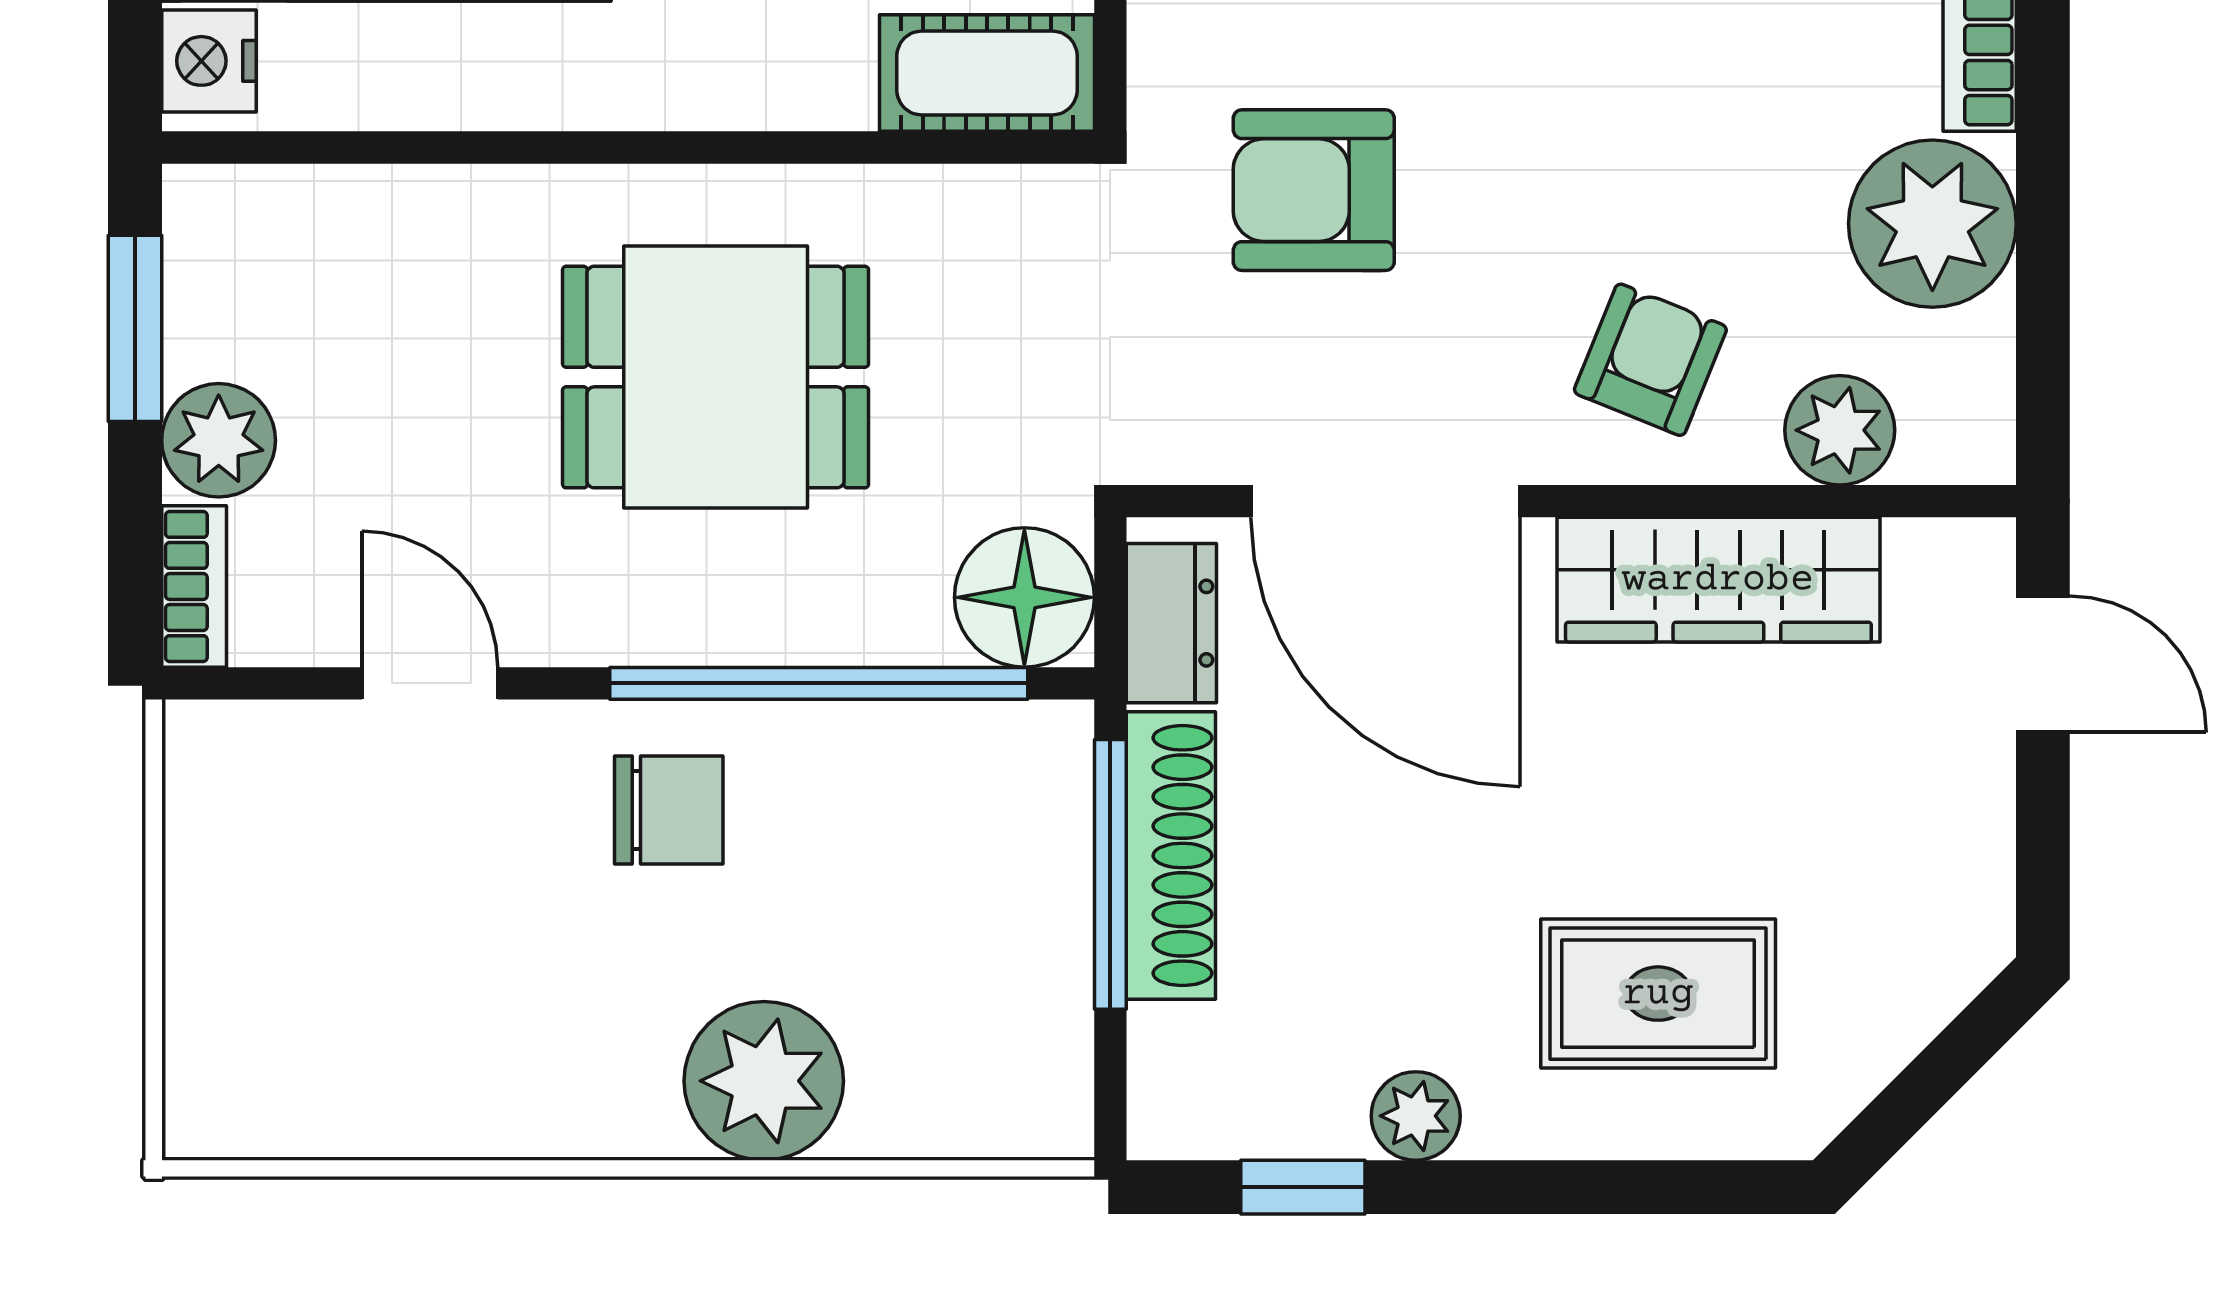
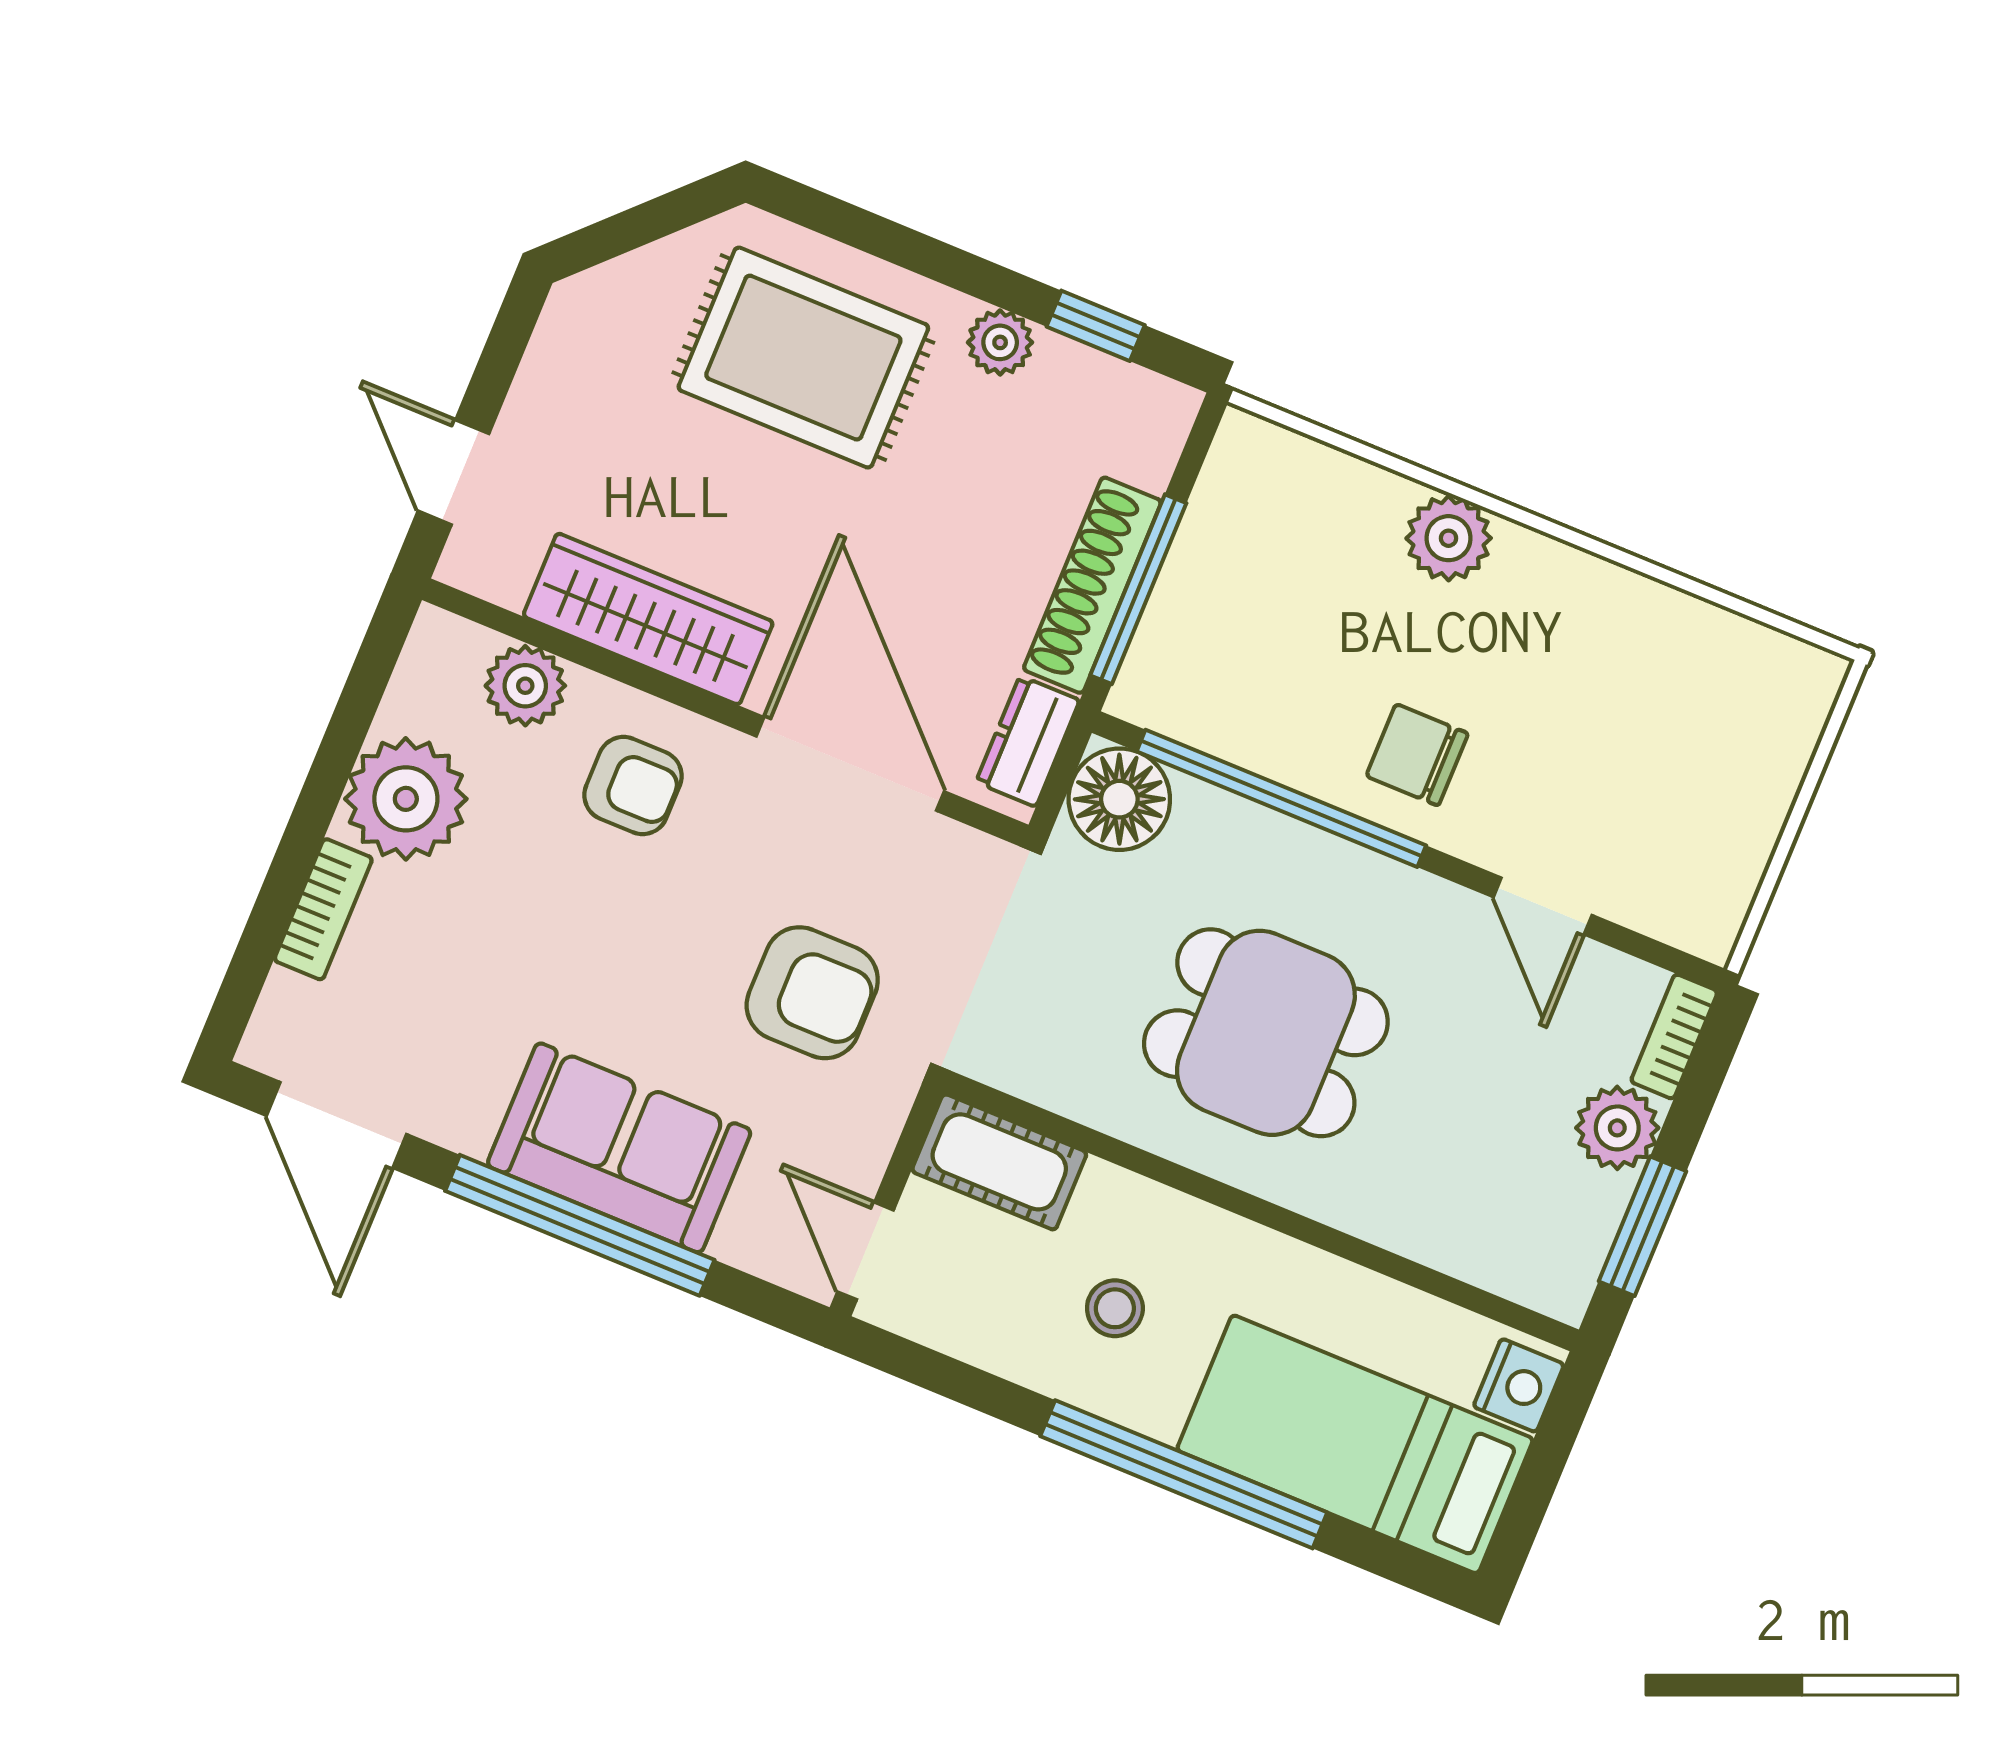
armchair: (1650, 360) -> (633, 786), turned -112
rug: (1658, 994) -> (803, 358), width x1.36, depth x1.43
plant: (764, 1081) -> (1449, 538), width x0.73, depth x0.73

